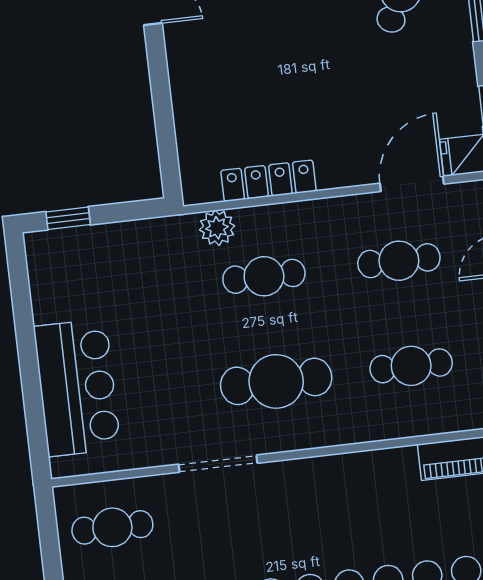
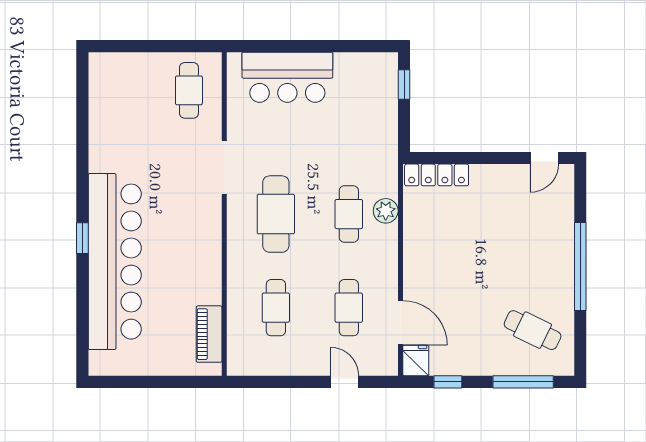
locker: (268, 181) -> (437, 175), moved, turned 90
plant: (217, 228) -> (386, 211), moved

